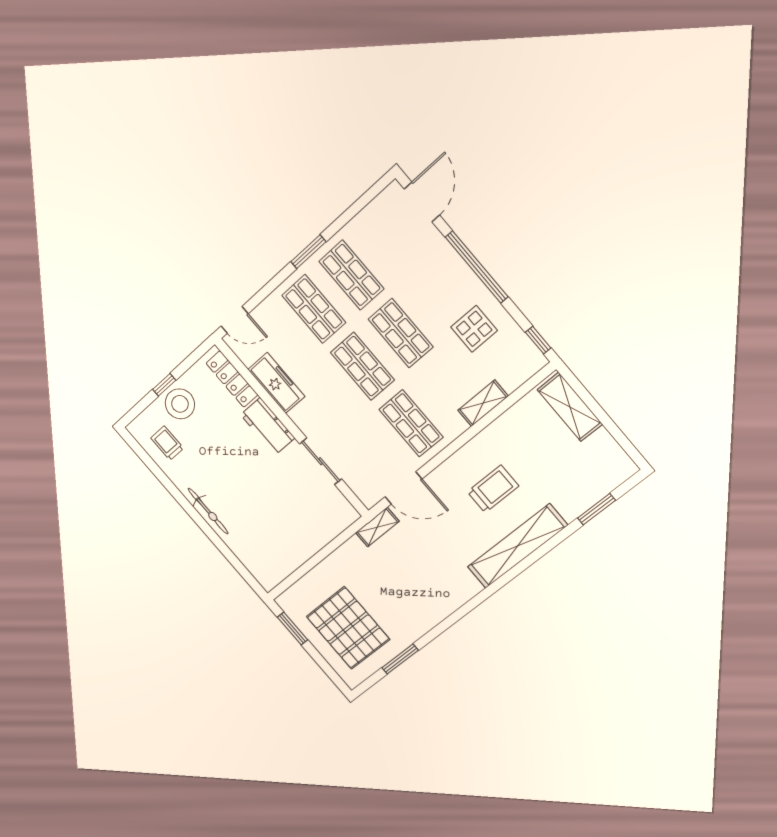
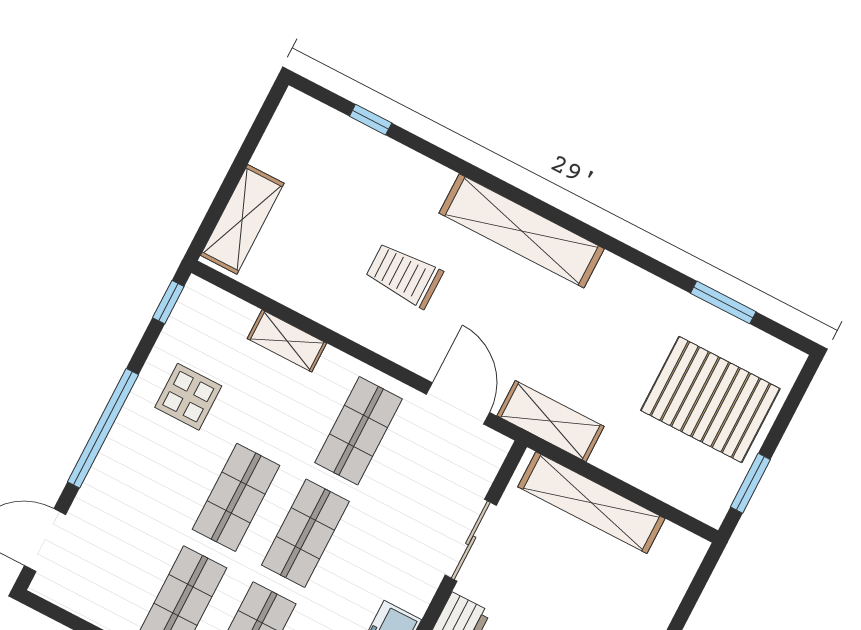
window: (596, 509) -> (371, 120), width x0.67
shelving: (377, 527) -> (551, 421), width x1.50, depth x1.33
shelving: (316, 538) -> (591, 503), added
shelving: (517, 546) -> (522, 231), moved
pallet: (348, 628) -> (710, 400), turned 90

